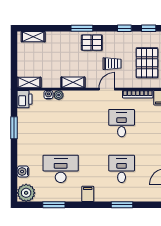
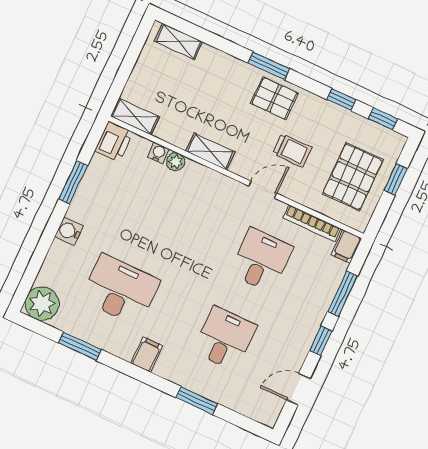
water cooler: (23, 172) -> (69, 231), moved

